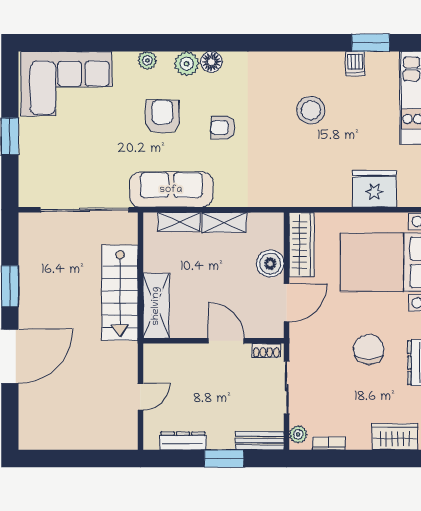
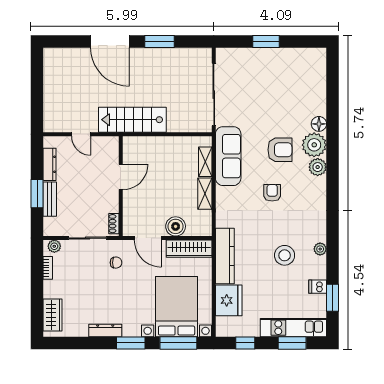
plant: (147, 60) -> (314, 145), width x1.88, depth x1.88
plant: (302, 60) -> (320, 249), added
floor lamp: (211, 62) -> (319, 124), moved
corner sofa: (67, 84) -> (303, 82), removed
kitchen counter: (312, 194) -> (225, 256), added
stairs: (120, 293) -> (132, 120), moved
shelving: (156, 306) -> (146, 145), removed
door: (226, 341) -> (121, 177), moved
chair: (369, 349) -> (116, 263), moved, width x0.54, depth x0.54
bench: (260, 441) -> (50, 199), moved

